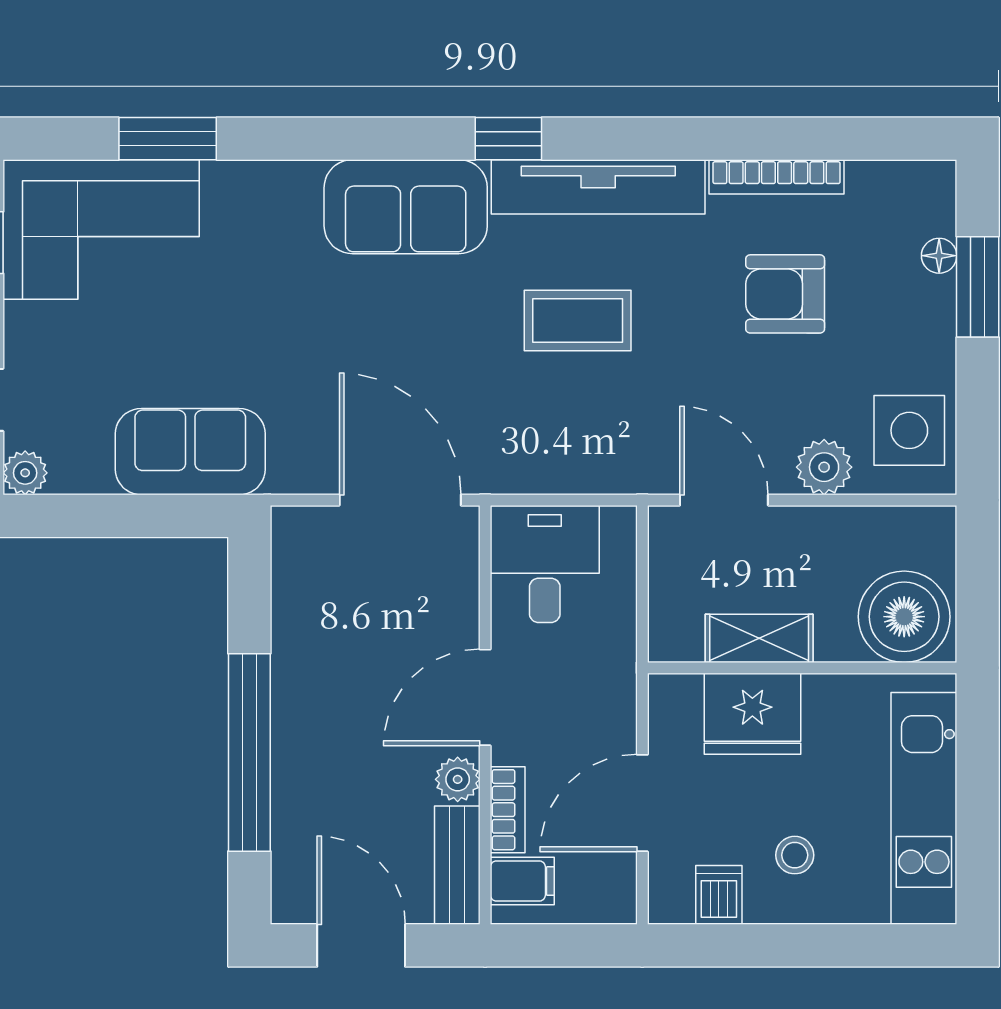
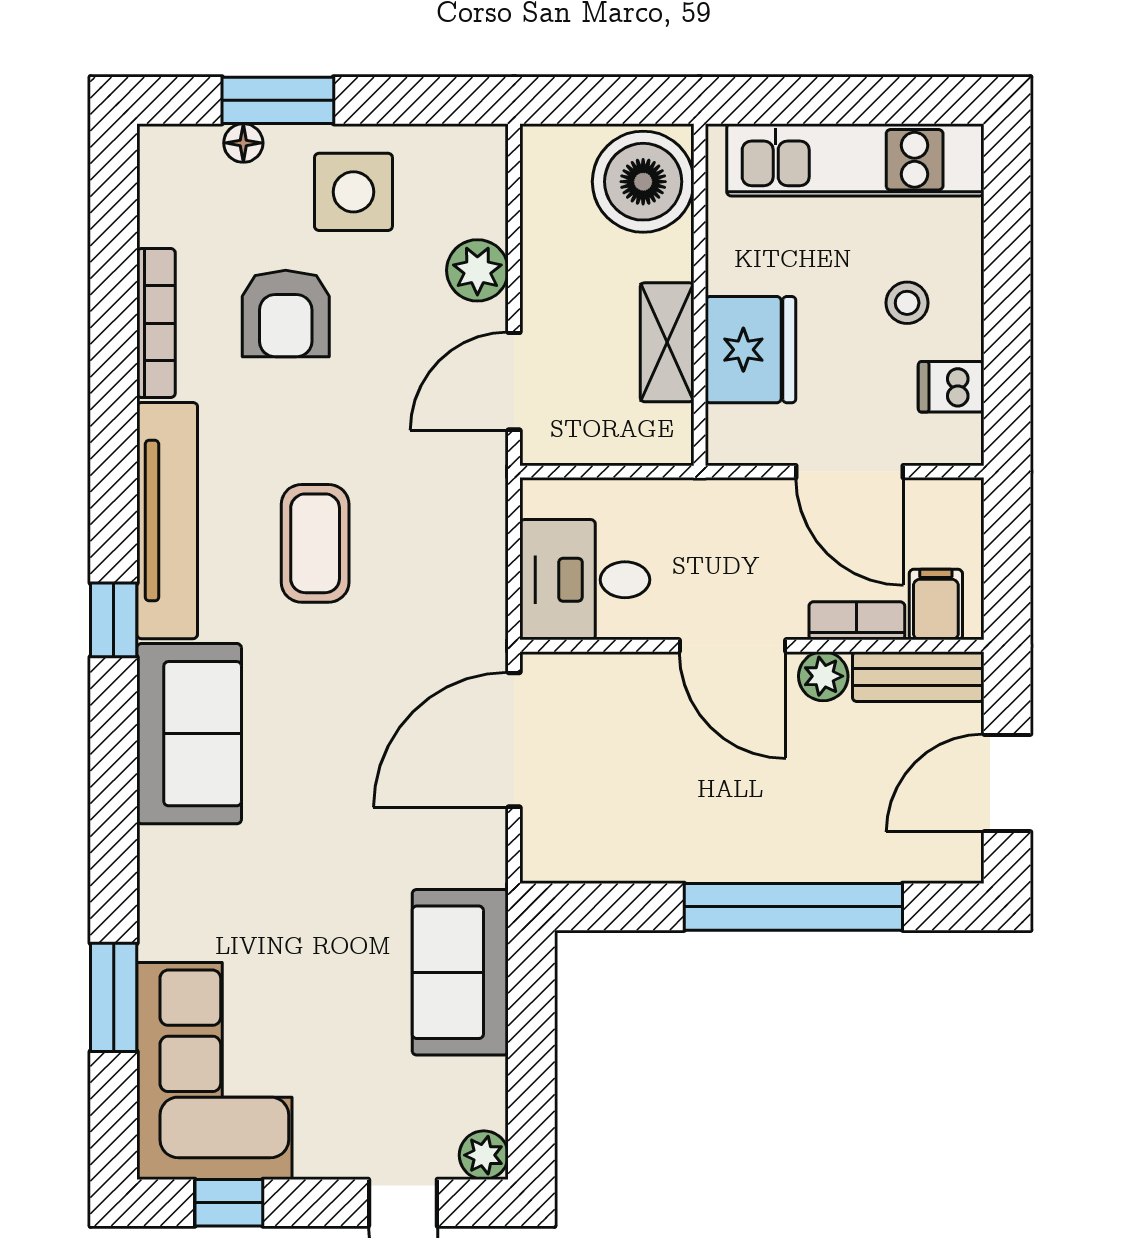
side table: (909, 430) -> (353, 192), moved

